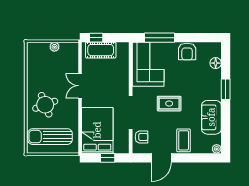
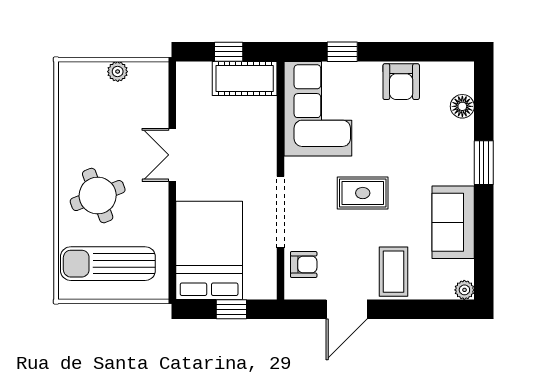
window: (96, 38) -> (229, 52), moved
window: (160, 38) -> (342, 52), width x0.46
cot: (101, 50) -> (245, 79), moved

